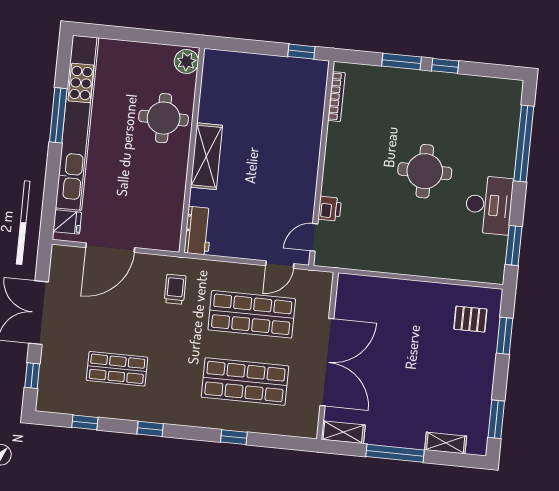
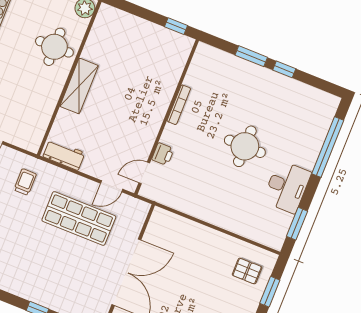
bookcase: (336, 97) -> (179, 105), moved
workbench: (198, 231) -> (64, 155), moved, turned -90
shop shelf: (245, 382) -> (59, 269), removed

